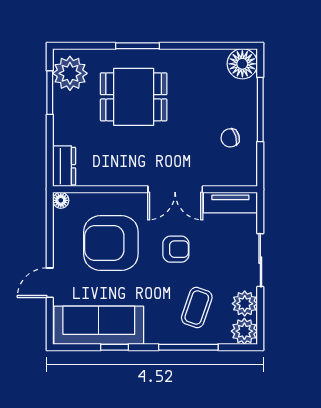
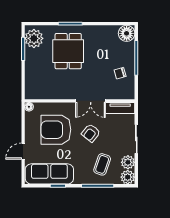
dining table: (134, 97) -> (68, 51), turned 90
dresser: (64, 166) -> (31, 88), removed
armchair: (176, 249) -> (91, 133), turned 129

